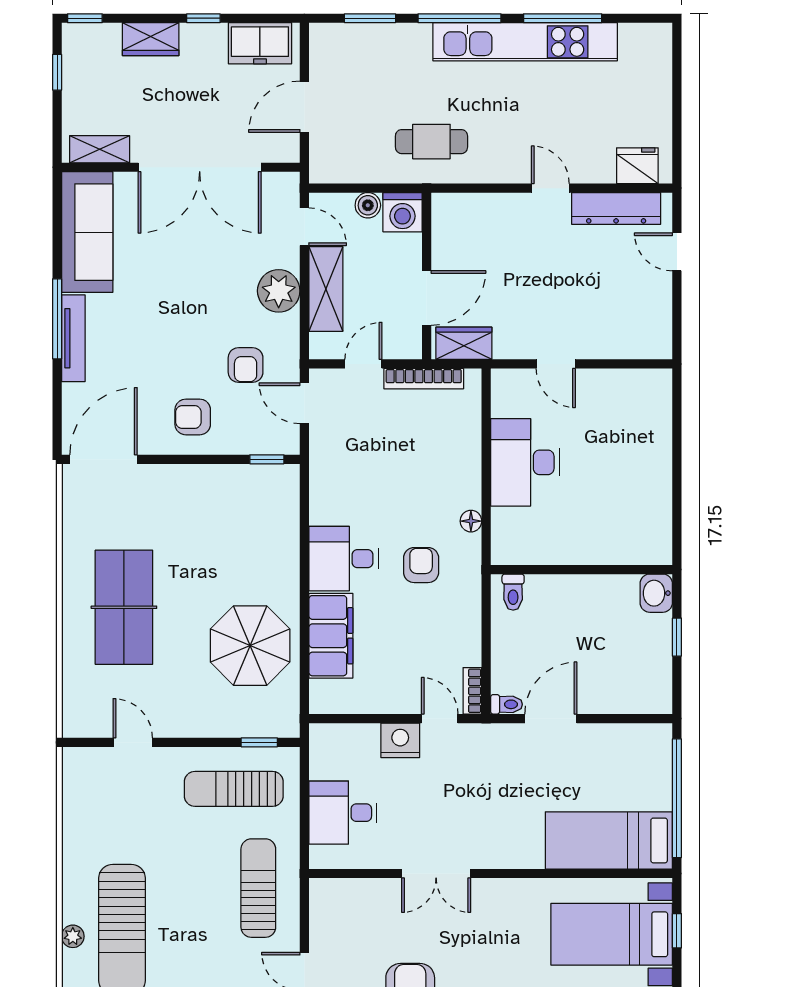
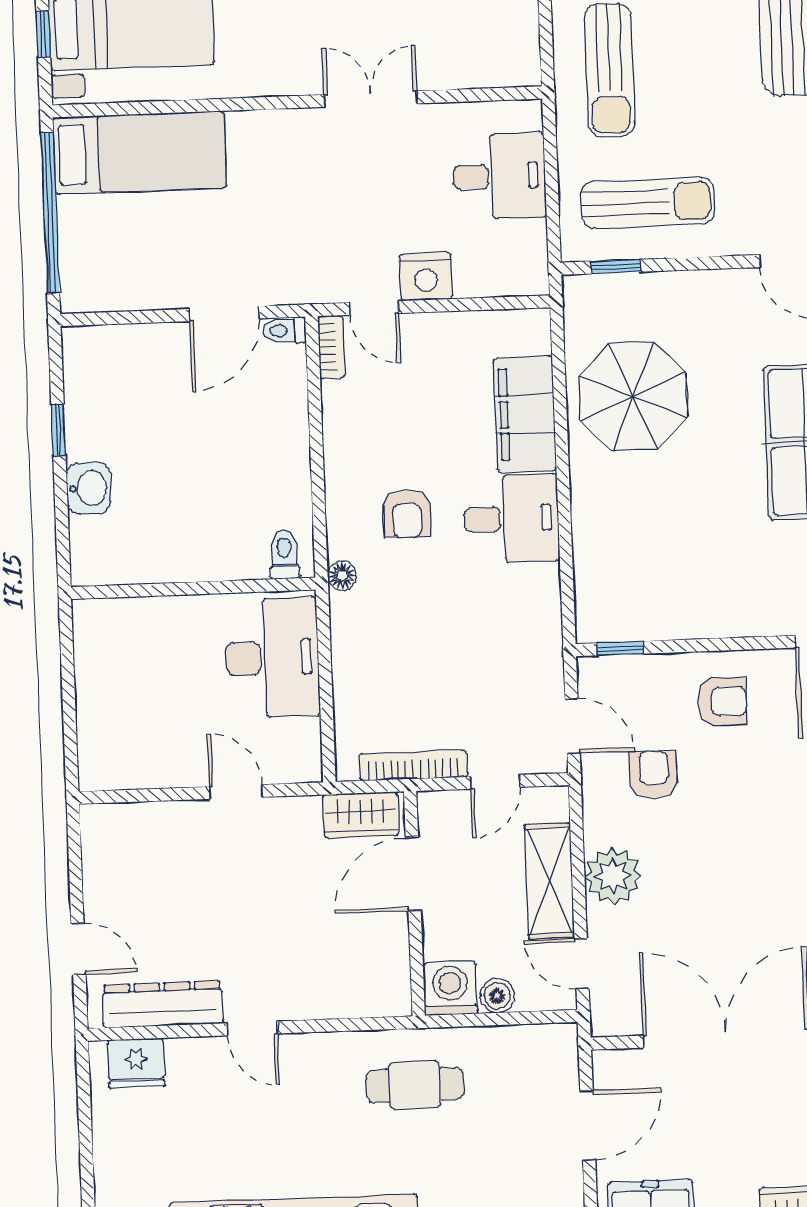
wall: (582, 570) -> (193, 588), moved
toilet: (513, 592) -> (284, 554), moved

